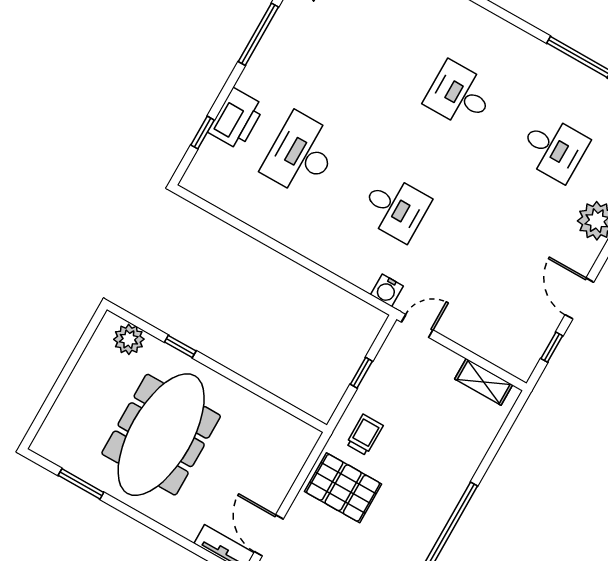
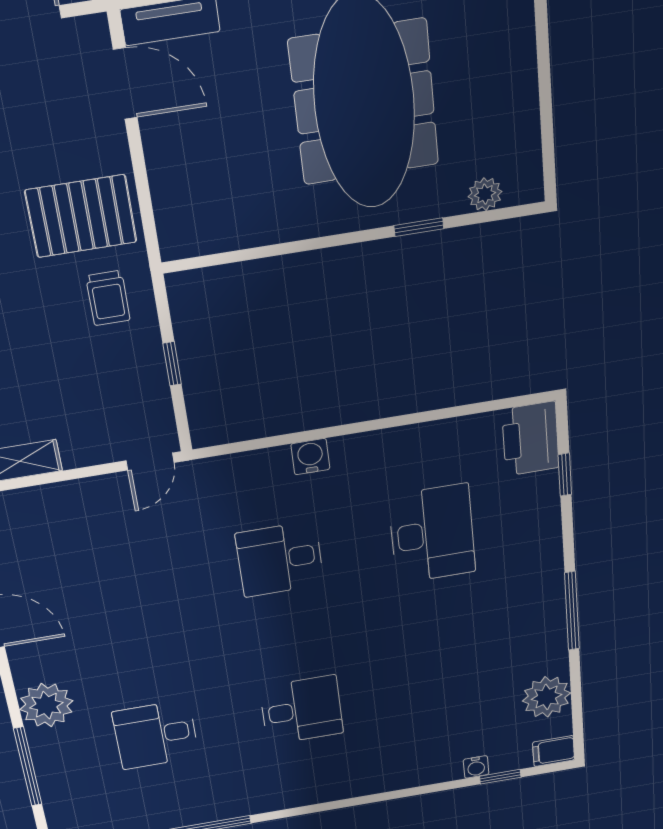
printer: (236, 119) -> (531, 439), moved
water cooler: (387, 290) -> (310, 457), moved
plant: (129, 339) -> (485, 194), width x0.73, depth x0.73

